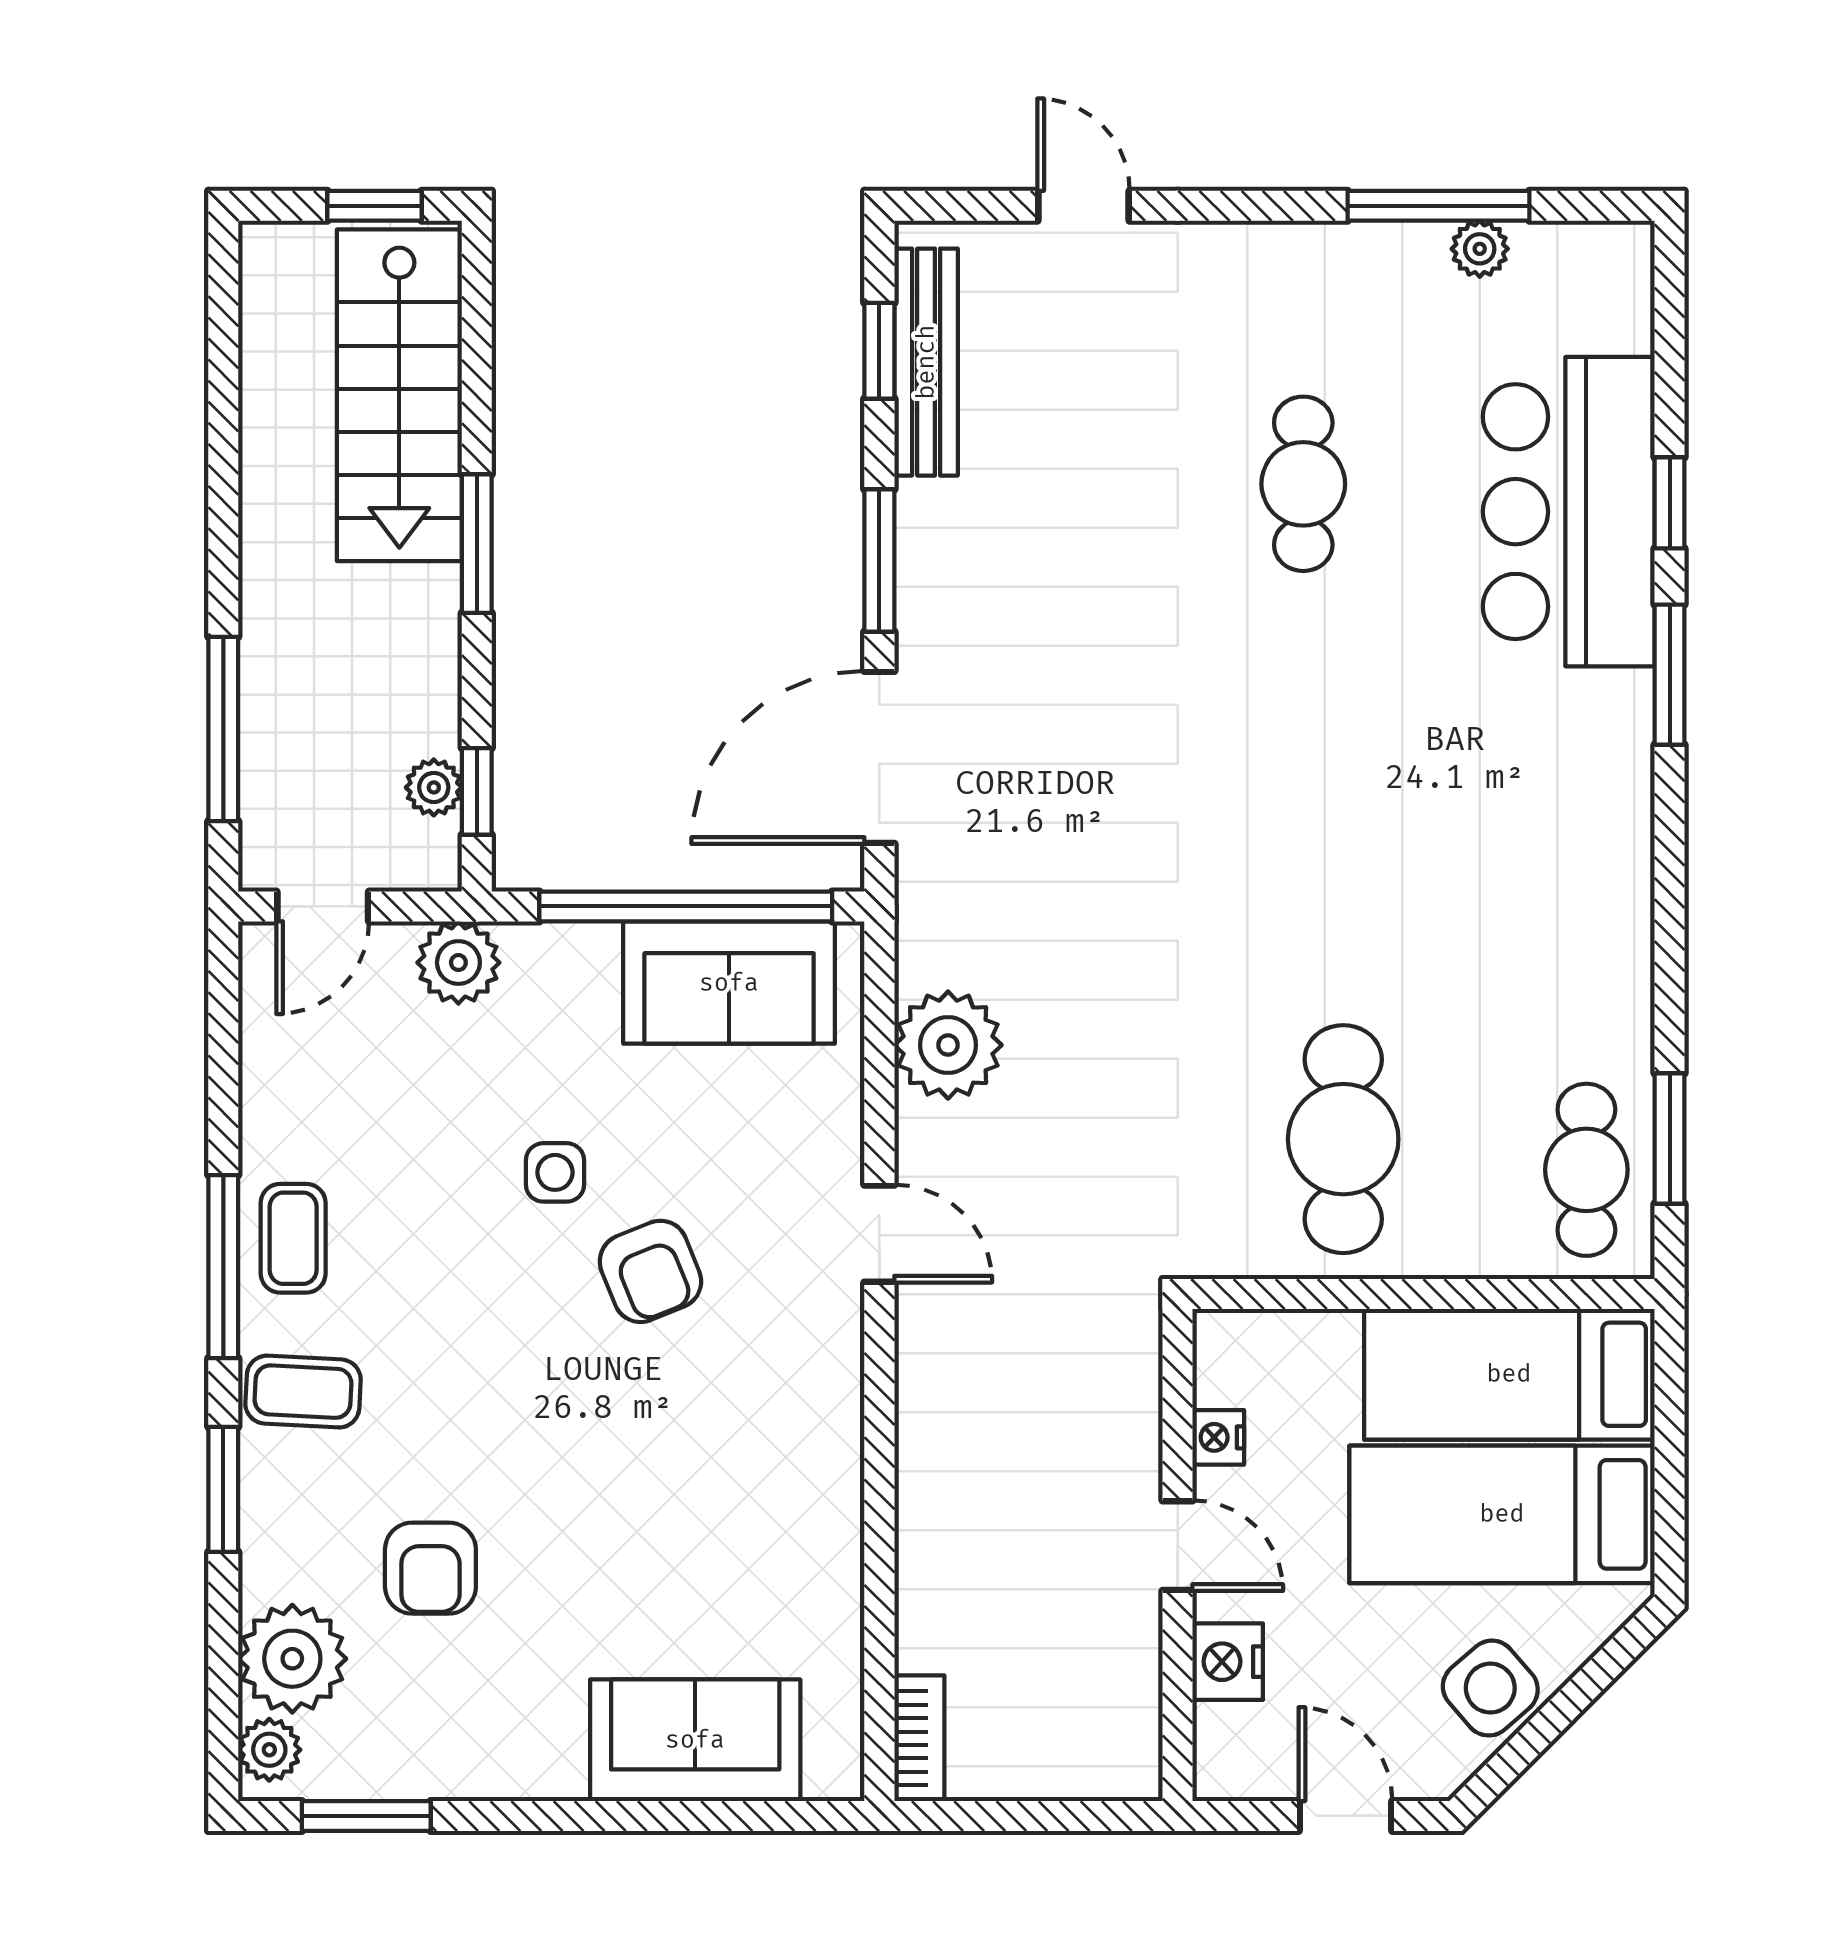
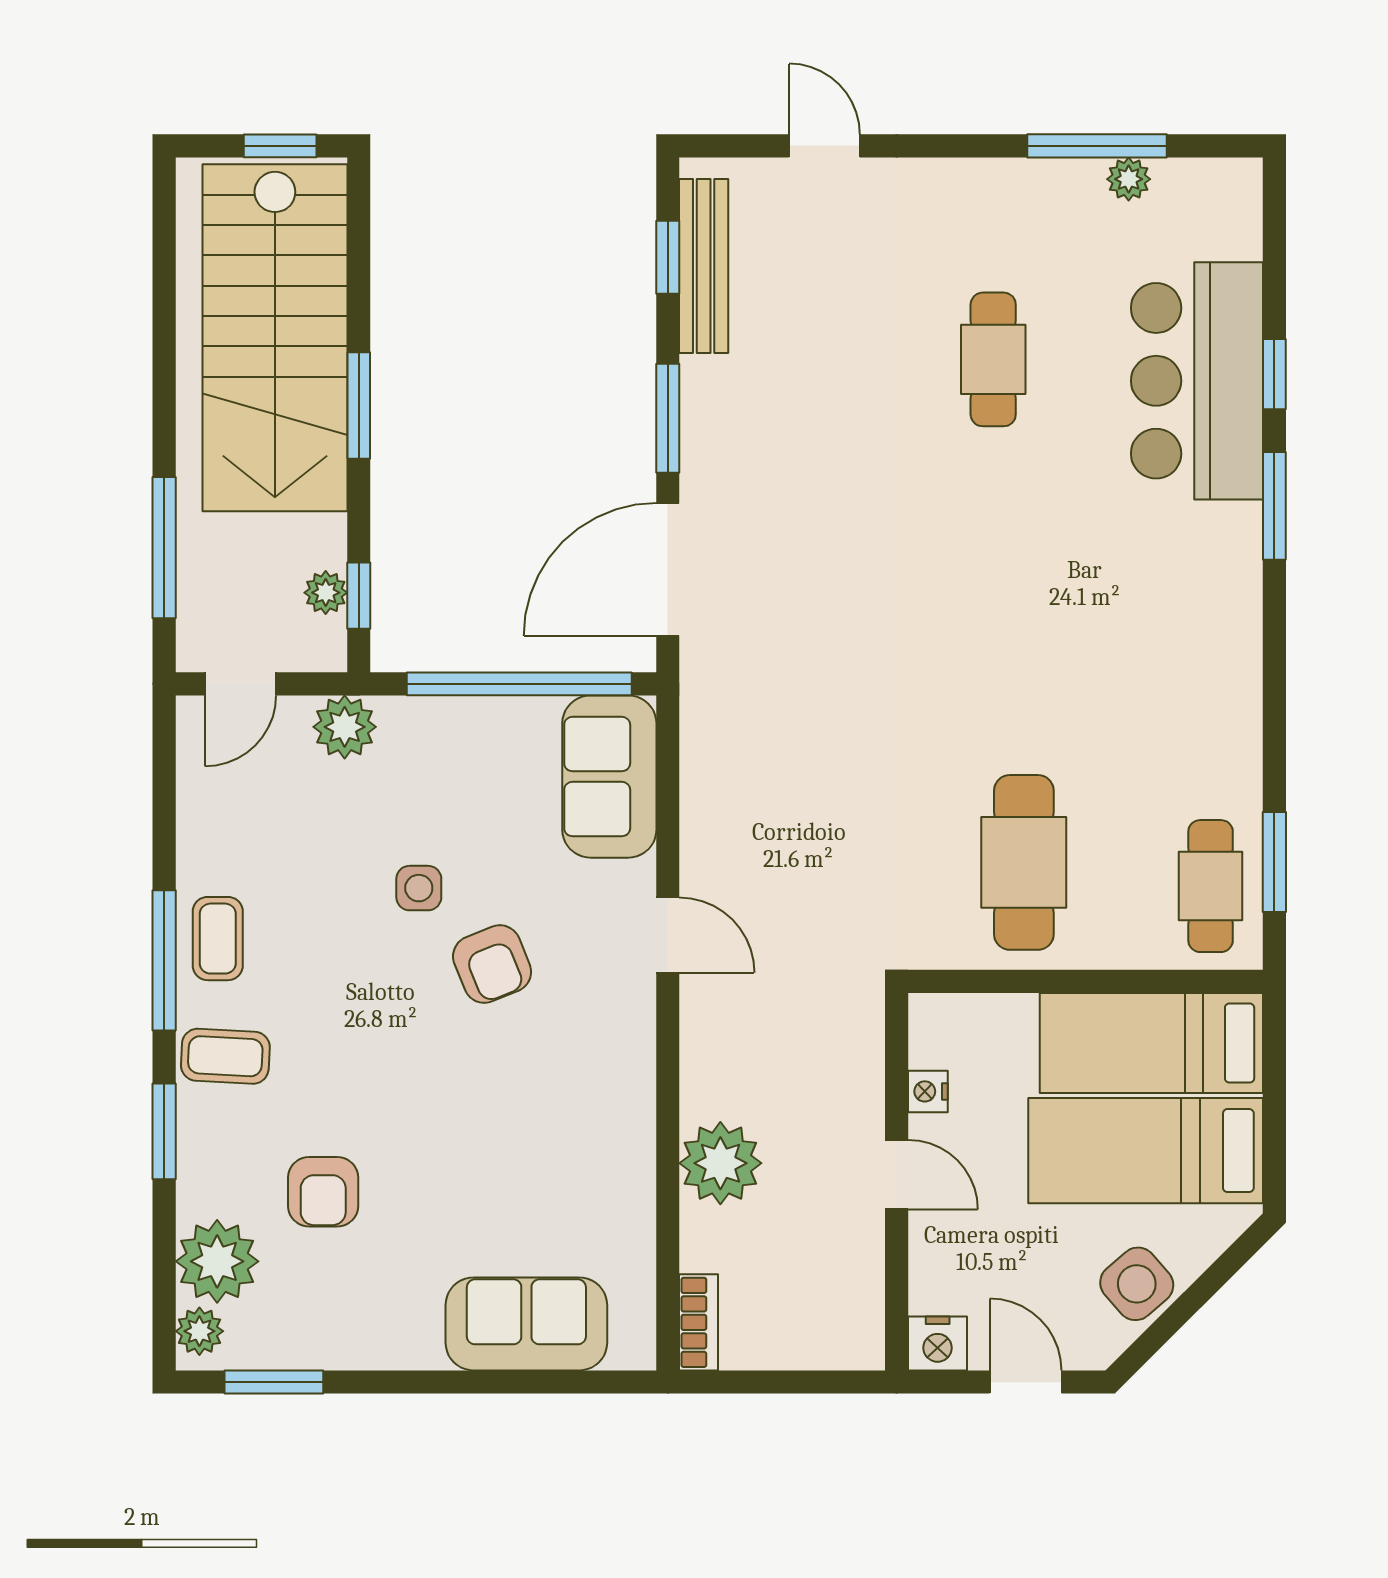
stairs: (399, 395) -> (275, 338), width x1.36, depth x1.51
sofa: (729, 983) -> (609, 777), moved, turned 90
plant: (948, 1045) -> (720, 1163), moved
nightstand: (1228, 1662) -> (938, 1344), moved, turned -90

